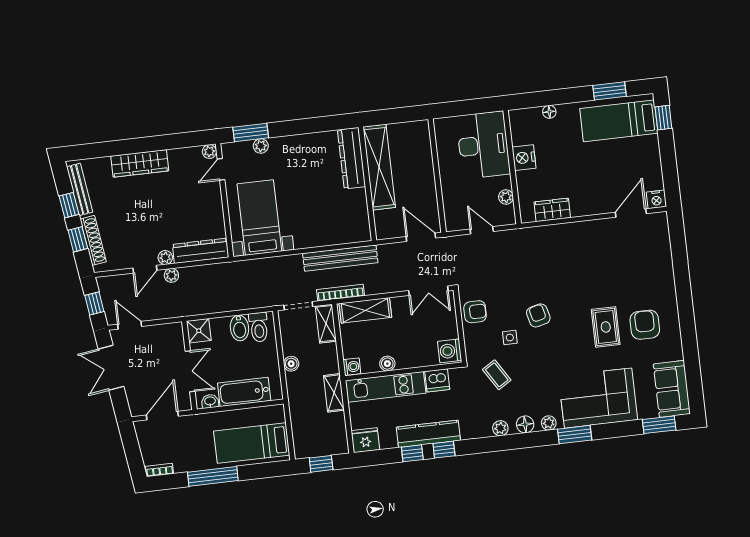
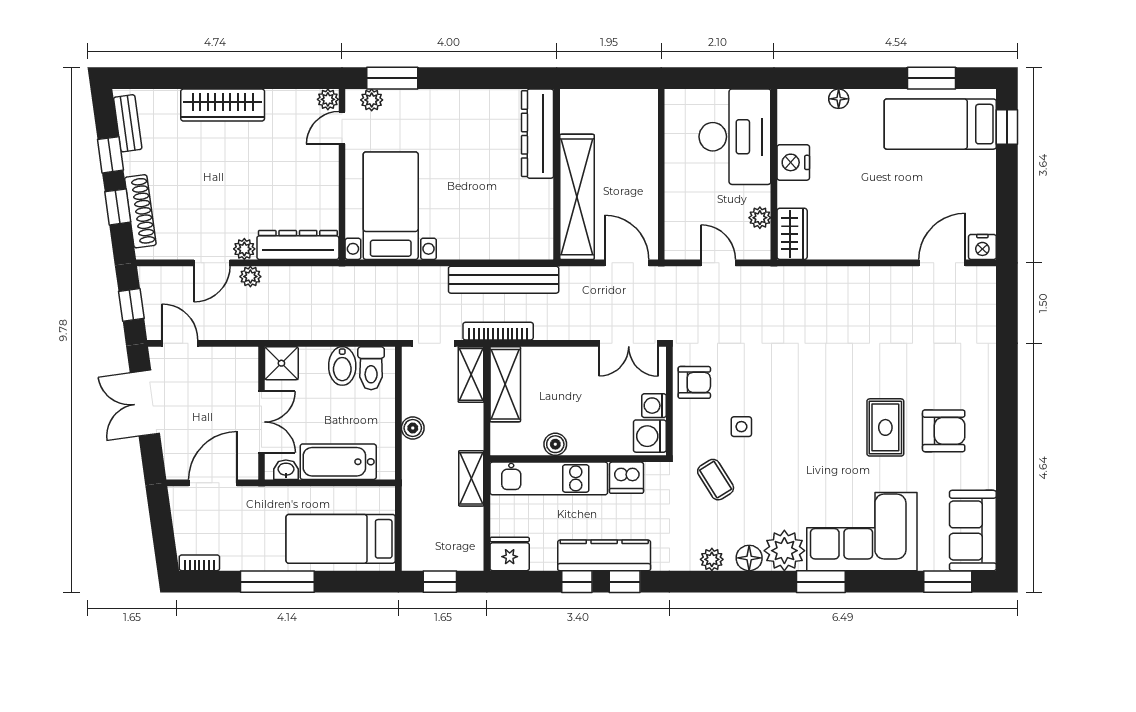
plant: (261, 146) -> (372, 100), moved
shelving: (379, 167) -> (577, 197), moved
bench: (80, 189) -> (128, 123), width x0.73
wardrobe: (552, 210) -> (792, 234), moved, turned 90
shelving: (365, 310) -> (505, 384), moved, turned 90
armchair: (538, 315) -> (787, 399), removed
armchair: (645, 325) -> (944, 431), turned 90
washing machine: (352, 367) -> (654, 406), moved, turned 180
plant: (549, 423) -> (784, 551), width x1.88, depth x1.88

